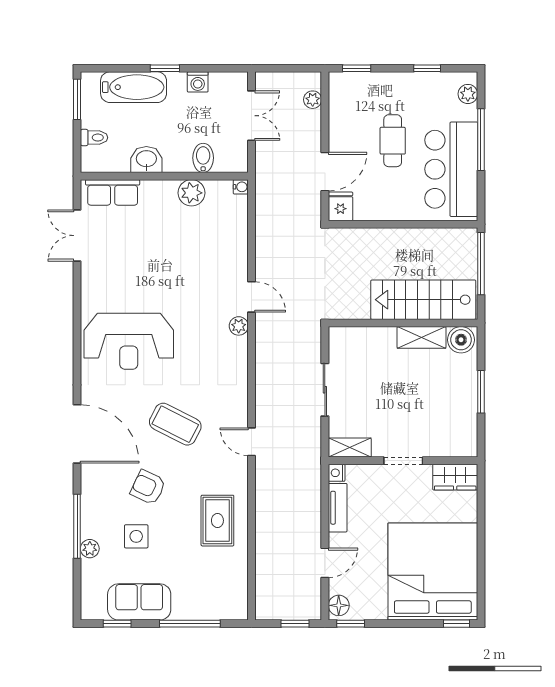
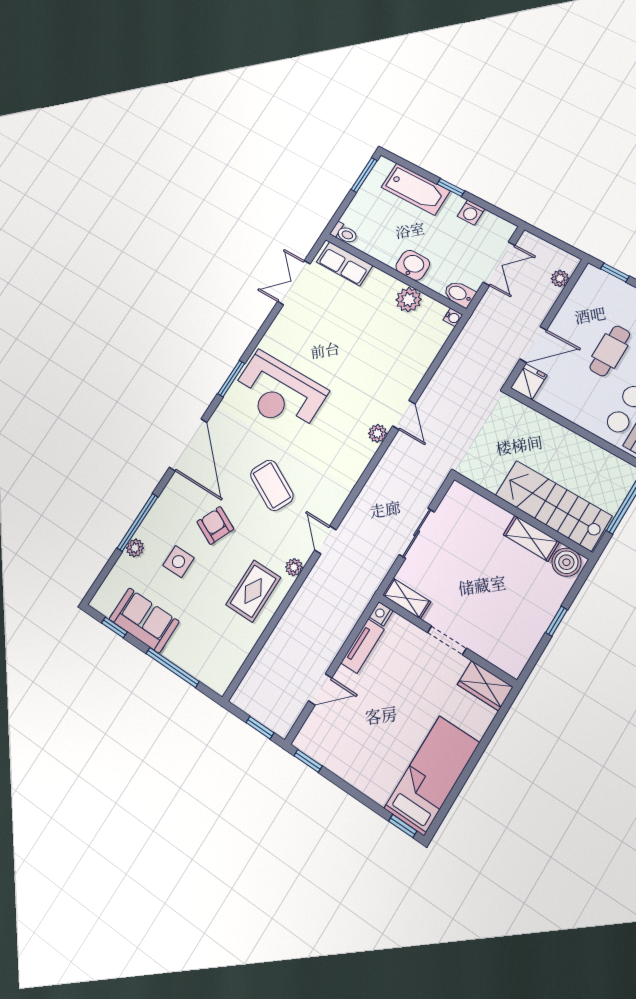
toilet: (94, 138) -> (344, 233), moved
bidet: (203, 158) -> (459, 294), moved, turned -90
washbasin: (146, 159) -> (413, 265), moved
window: (77, 354) -> (231, 379), added
window: (481, 392) -> (557, 621), width x0.67
plant: (239, 480) -> (294, 567), added
bed: (433, 571) -> (432, 775), width x0.49
floor lamp: (339, 605) -> (308, 737), removed

